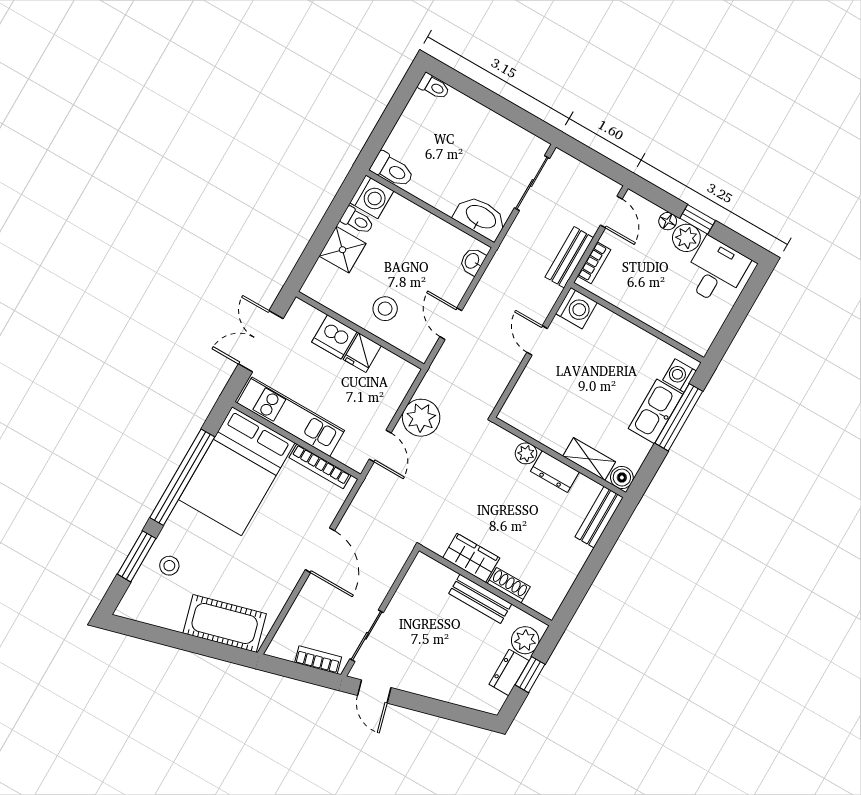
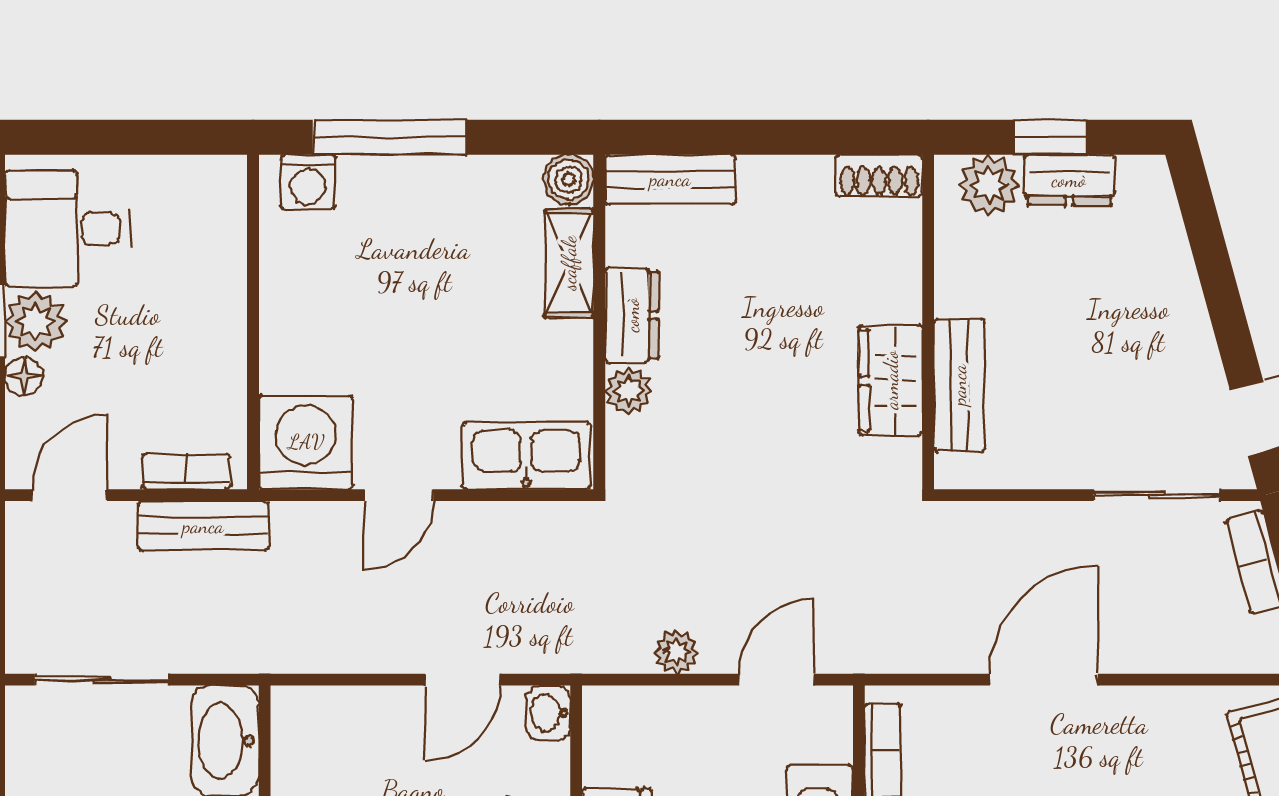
washbasin: (472, 261) -> (548, 713), moved, turned 90
washing machine: (576, 308) -> (306, 442), width x1.37, depth x1.37
kitchen sink: (656, 411) -> (526, 456), moved, turned 180
plant: (421, 418) -> (676, 652), width x0.53, depth x0.53
shoe rack: (509, 585) -> (879, 176), moved, turned -90
bench: (480, 599) -> (959, 385), moved

